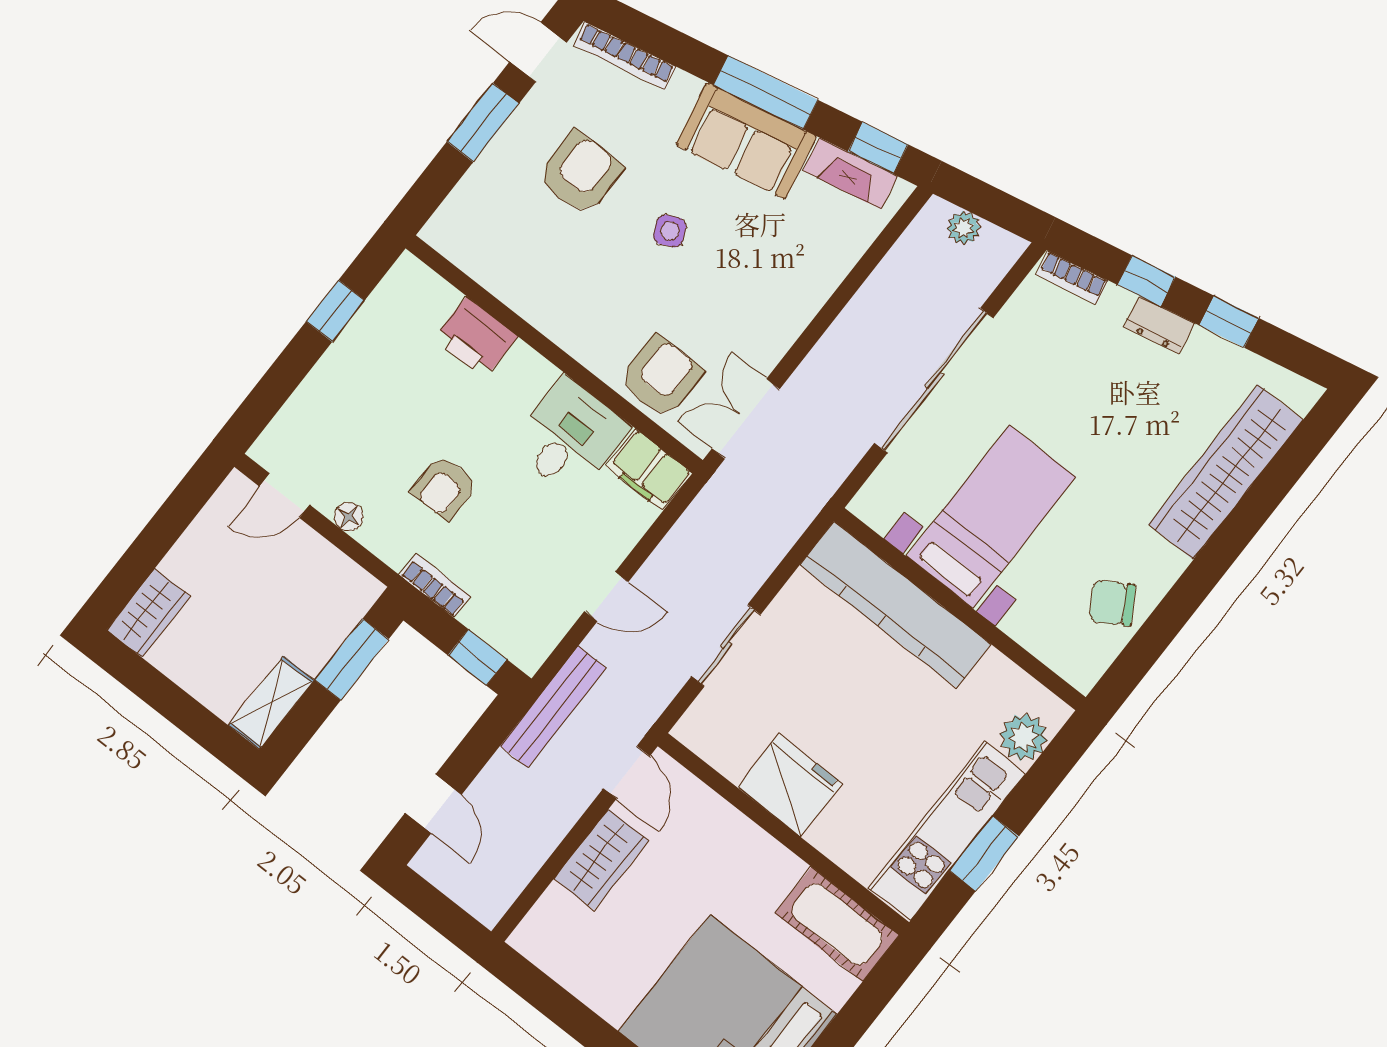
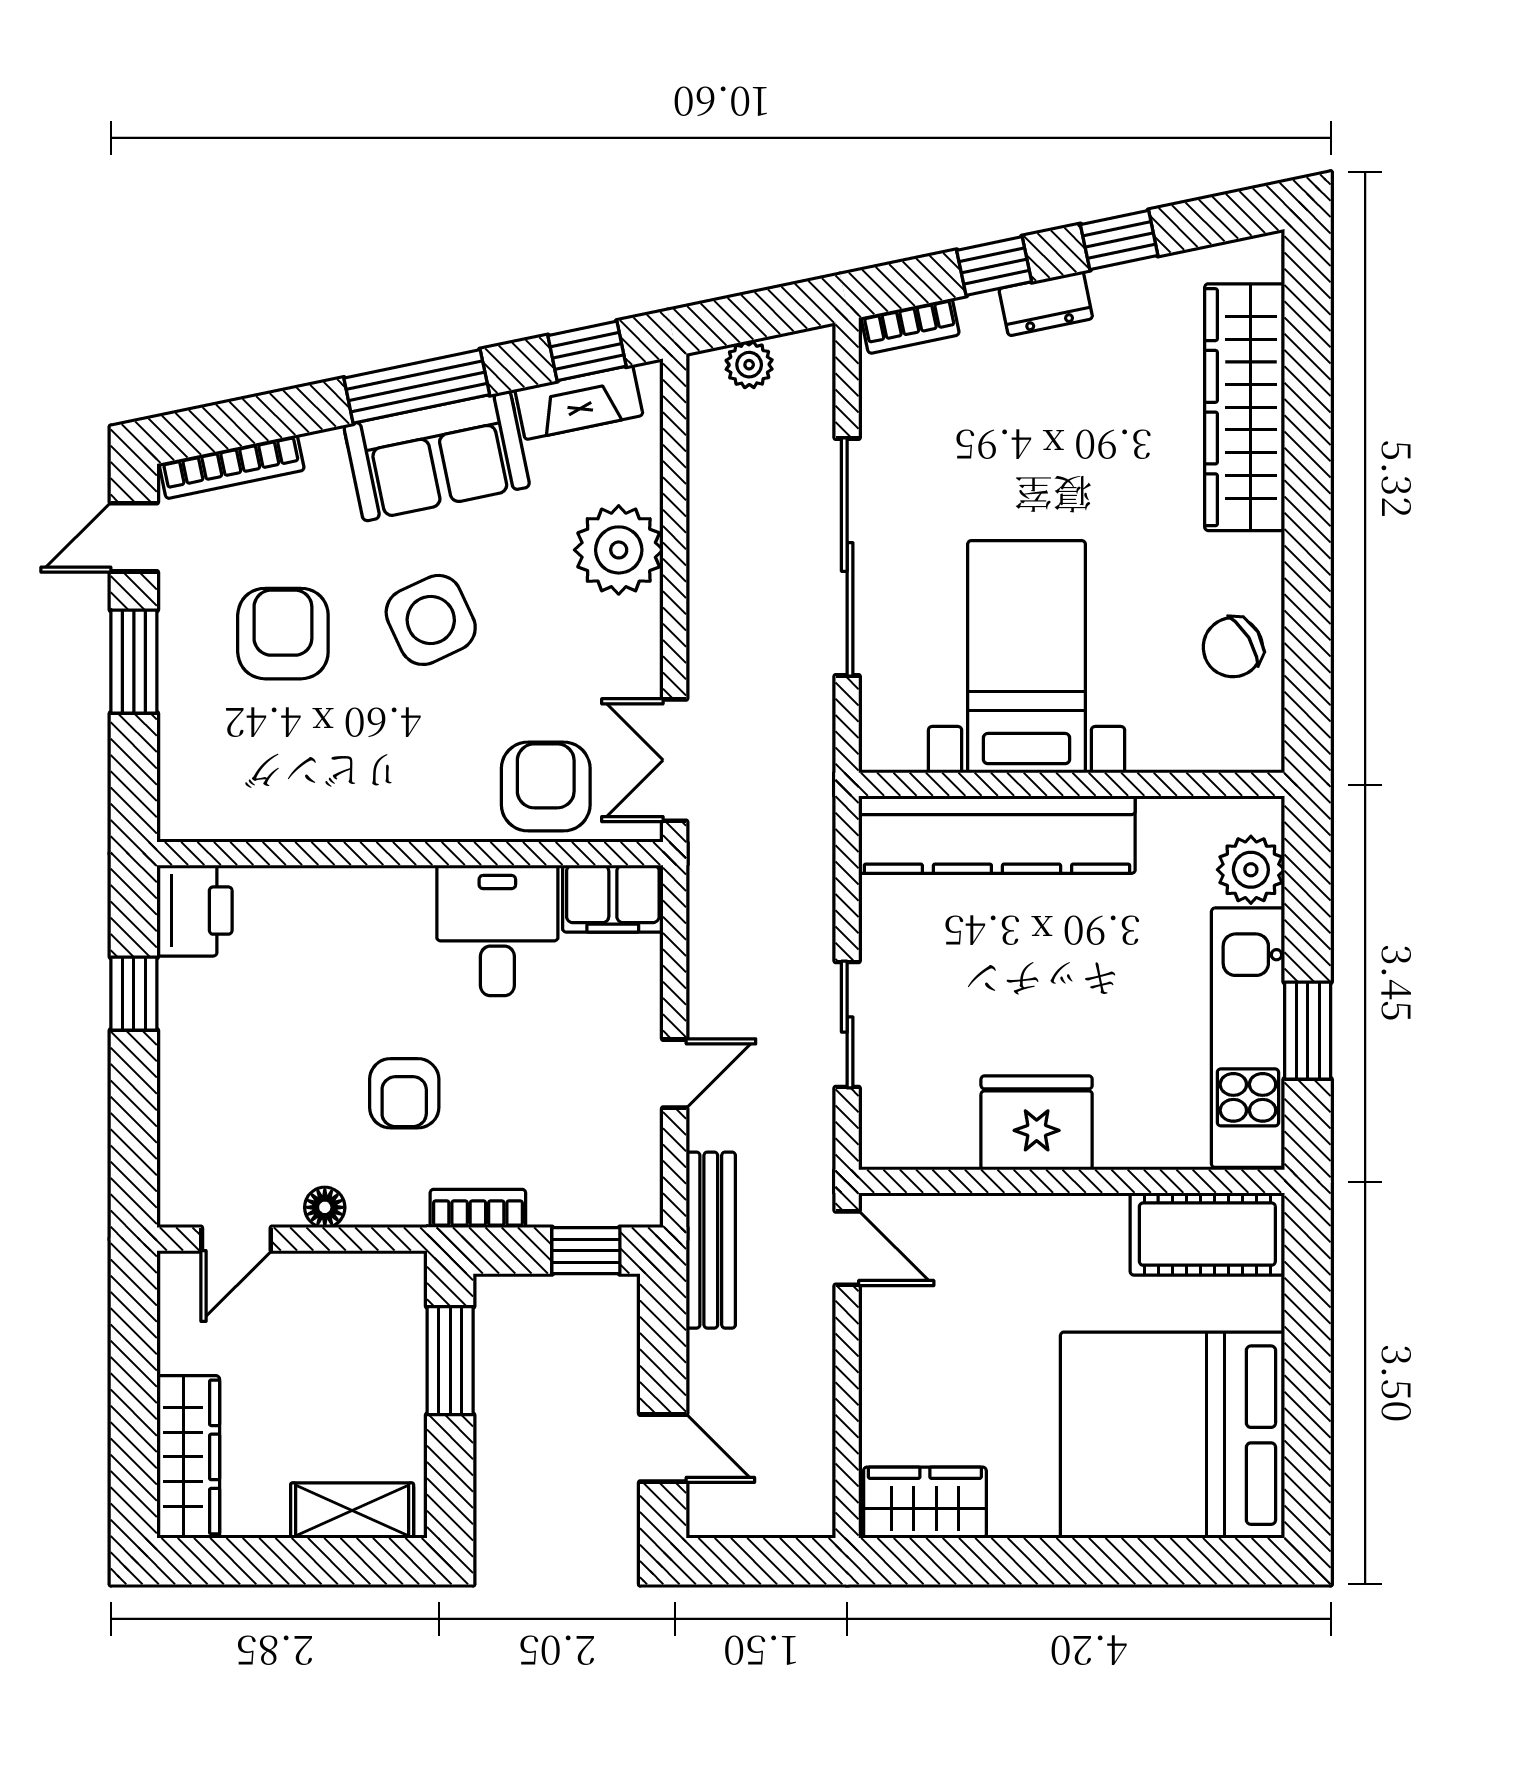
side table: (670, 231) -> (431, 620), width x1.87, depth x1.87
plant: (807, 275) -> (619, 550), added
printer: (476, 338) -> (194, 911), moved, turned -90
wardrobe: (148, 613) -> (188, 1457), width x1.50
shelving: (271, 703) -> (352, 1511), moved, turned 90
wardrobe: (601, 860) -> (925, 1503), moved, turned -90

